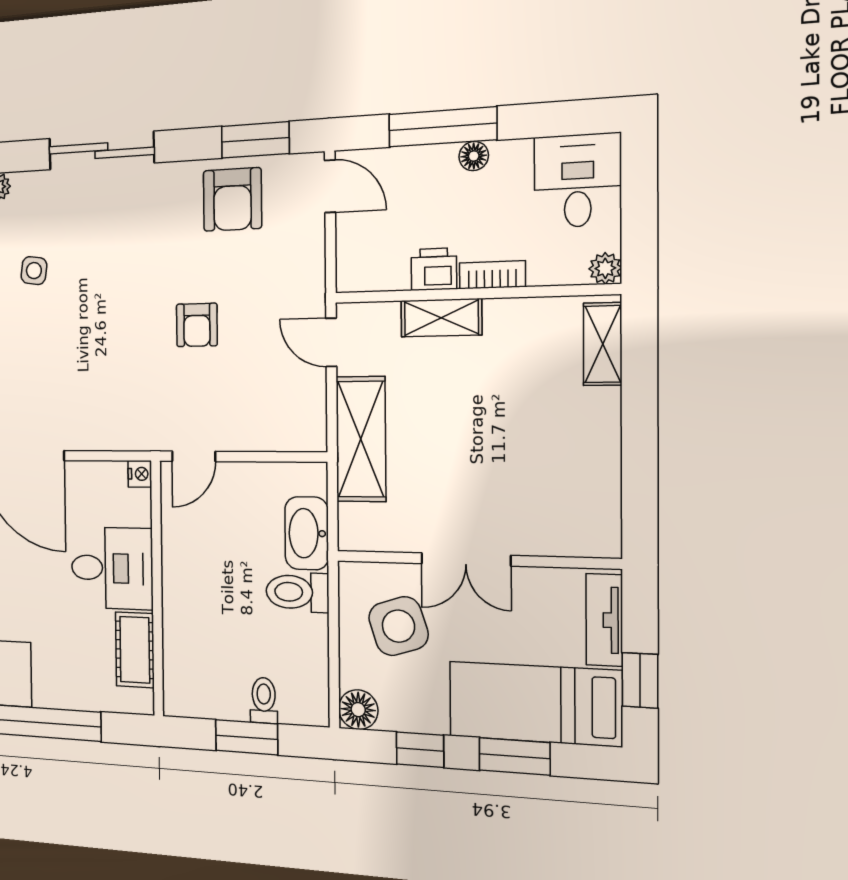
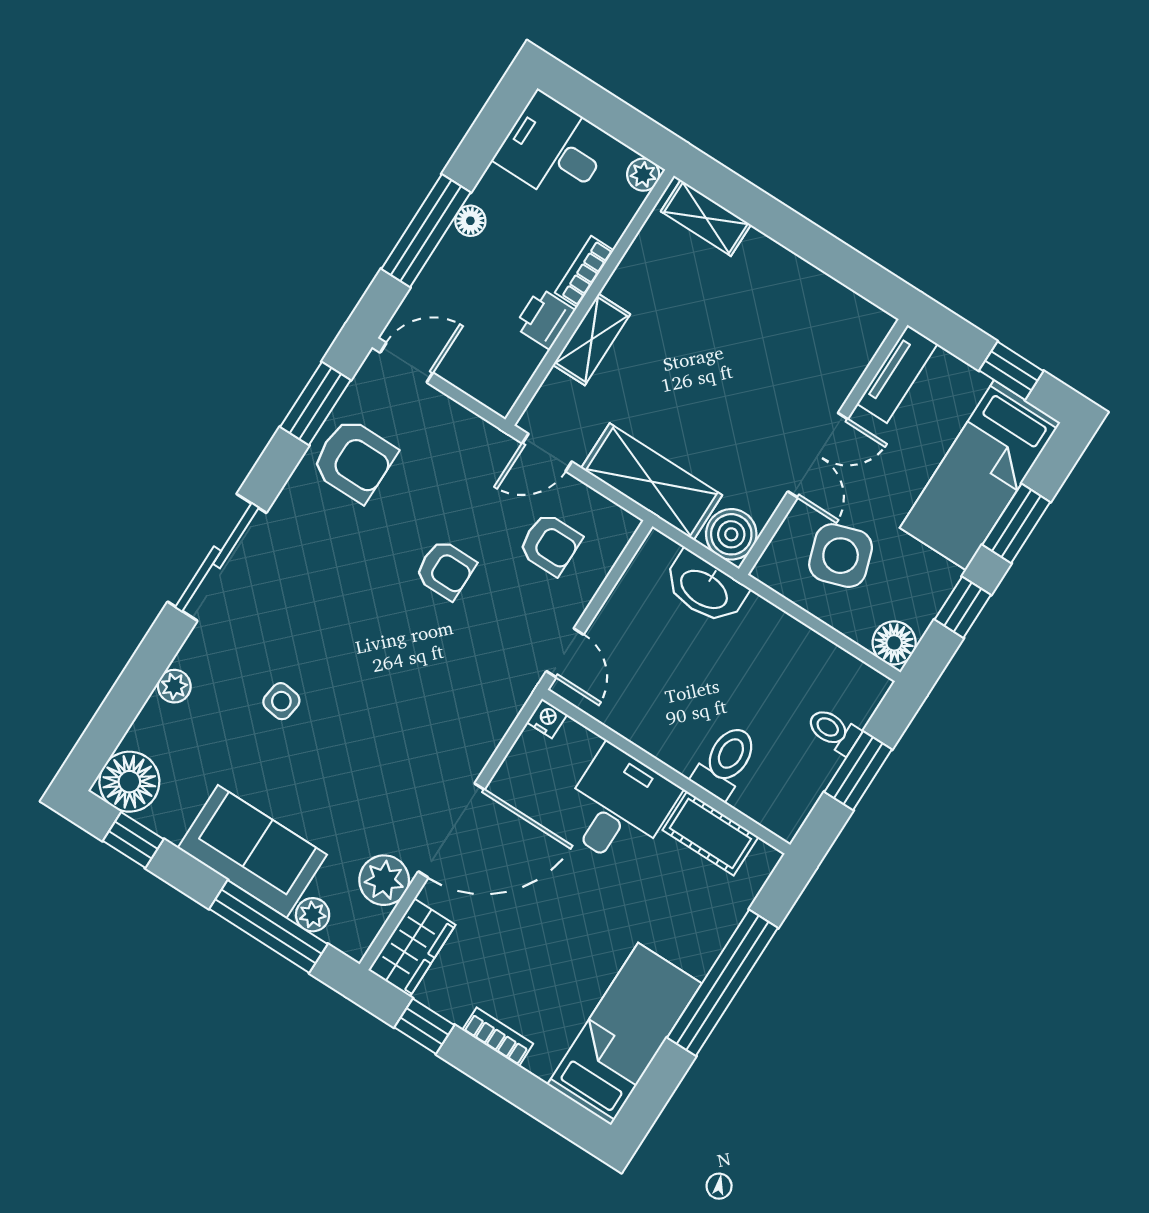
armchair: (265, 392) -> (550, 544), added
boiler: (360, 528) -> (731, 534), added
toilet: (297, 592) -> (726, 762), moved, turned 180
tv unit: (604, 620) -> (897, 374), moved, turned -90

